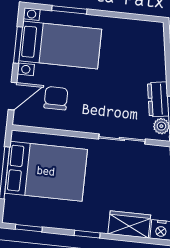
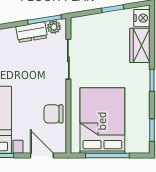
chair: (56, 98) -> (53, 114), moved

